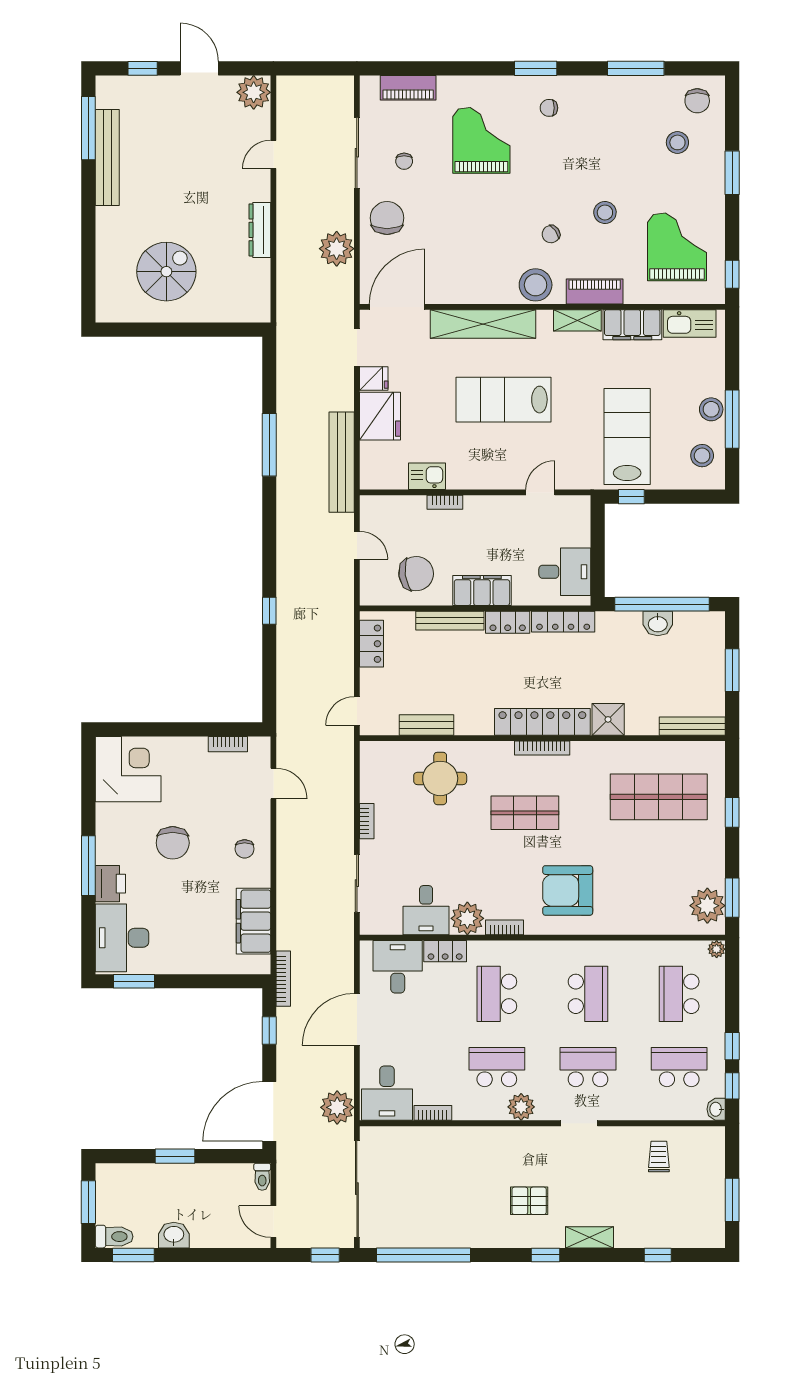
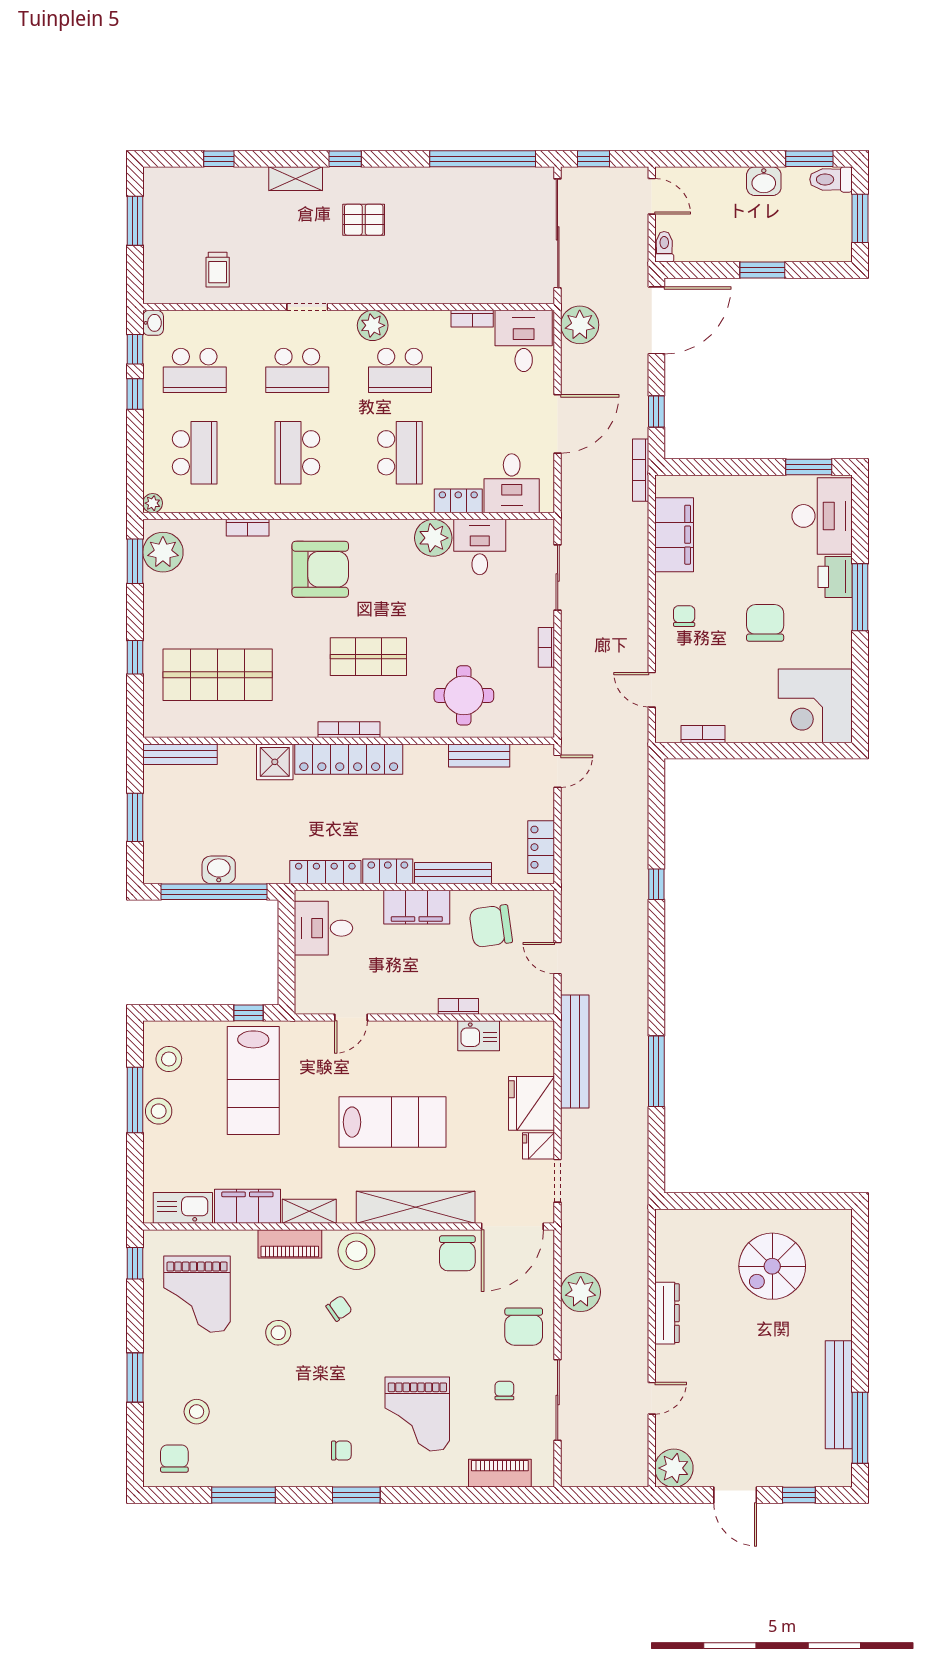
chair: (446, 283) -> (457, 1253), added
bookcase: (504, 927) -> (248, 528), moved

